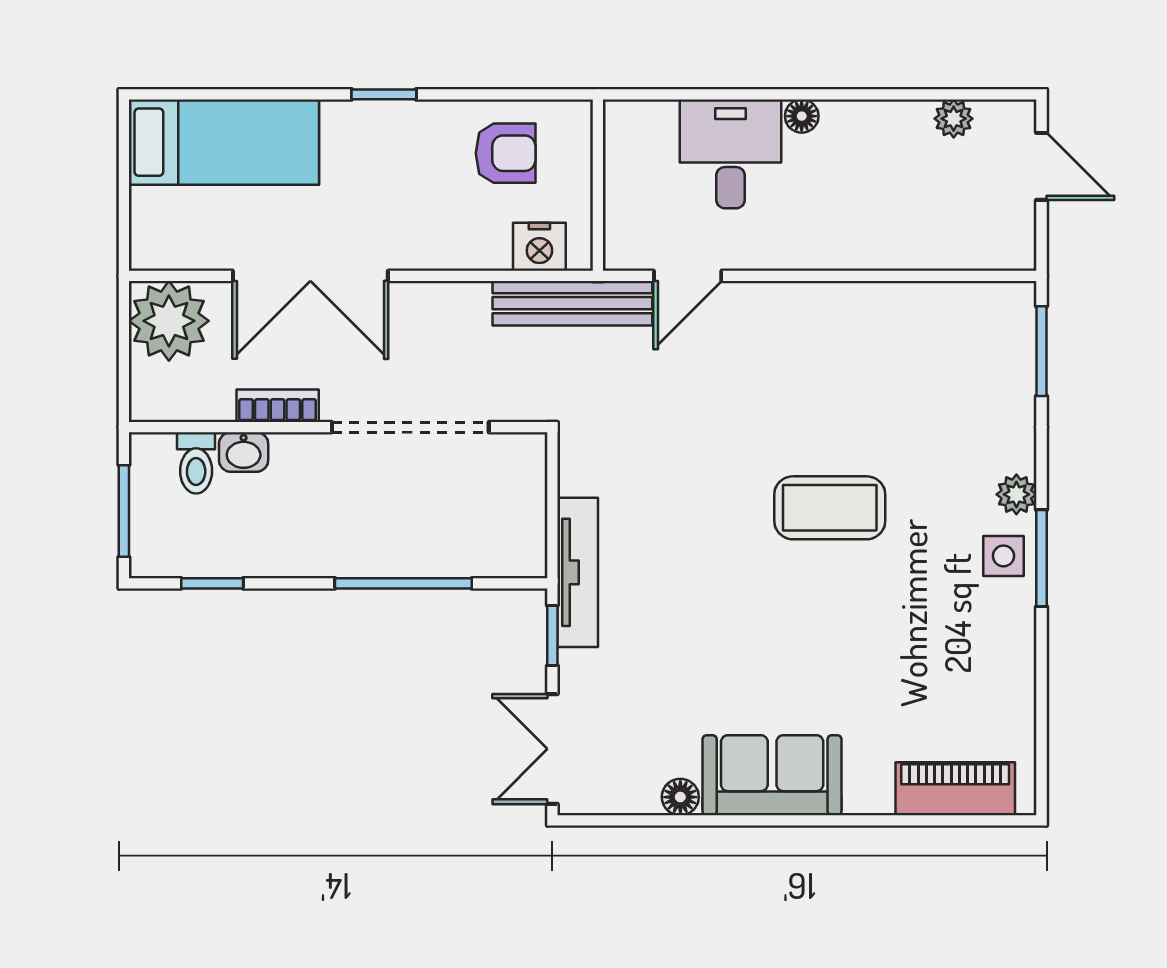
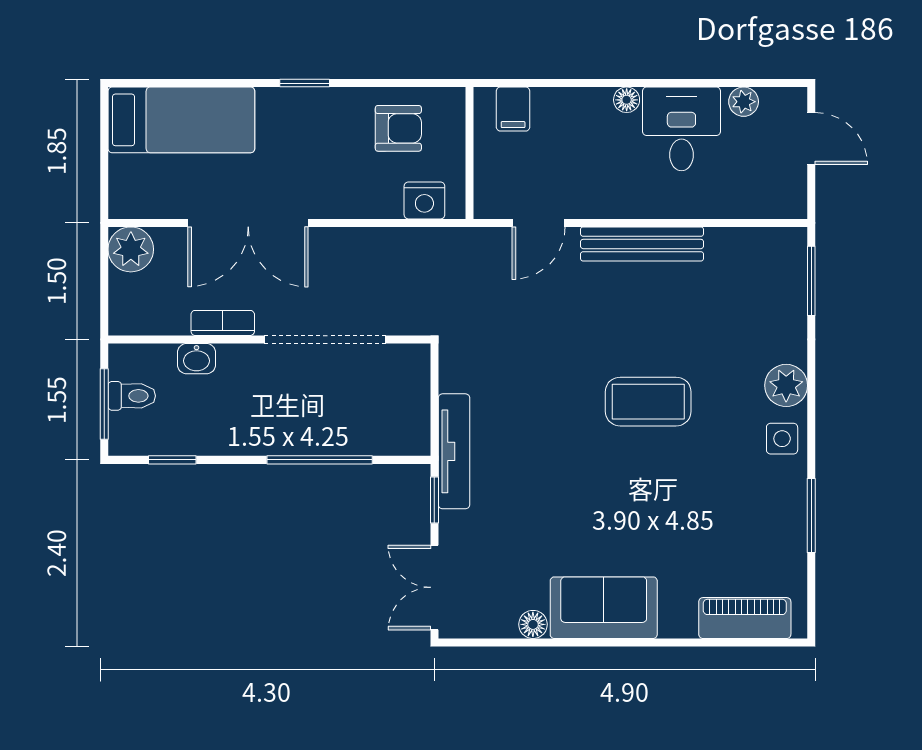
filing cabinet: (654, 128) -> (513, 109), added
desk: (731, 154) -> (681, 129), moved
bench: (572, 303) -> (642, 244), moved
plant: (169, 321) -> (131, 249), width x0.73, depth x0.73
toilet: (196, 463) -> (132, 396), moved, turned -90
plant: (1016, 494) -> (786, 385), width x1.38, depth x1.38
window: (1041, 558) -> (811, 516), moved

